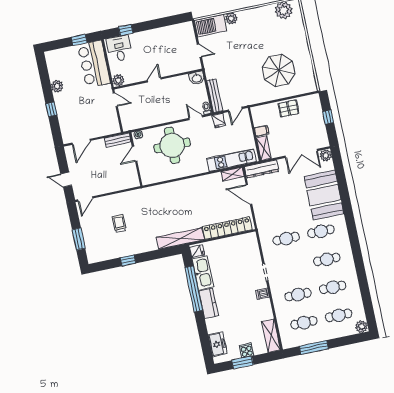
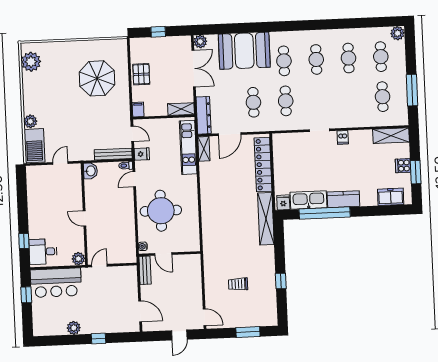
filing cabinet: (262, 131) -> (138, 109), moved
cafe table: (298, 295) -> (253, 102), moved

